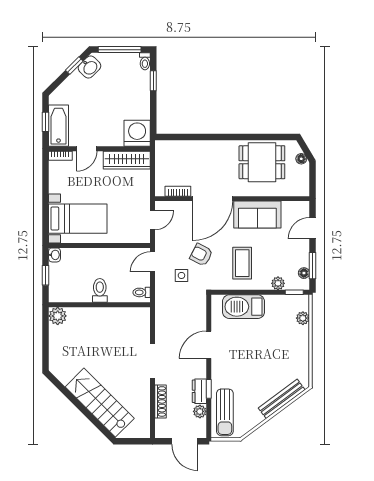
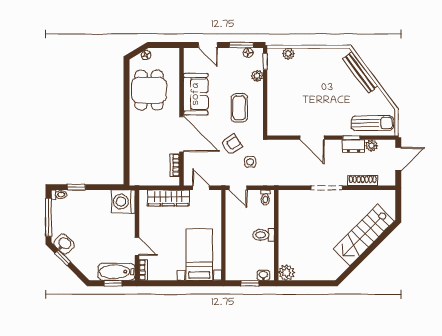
wardrobe: (127, 160) -> (168, 198), moved, turned 90
washbasin: (54, 255) -> (263, 275), moved
armchair: (201, 255) -> (232, 144), turned -151
coffee table: (242, 263) -> (239, 108), turned 90
barbecue: (244, 307) -> (278, 107), removed

